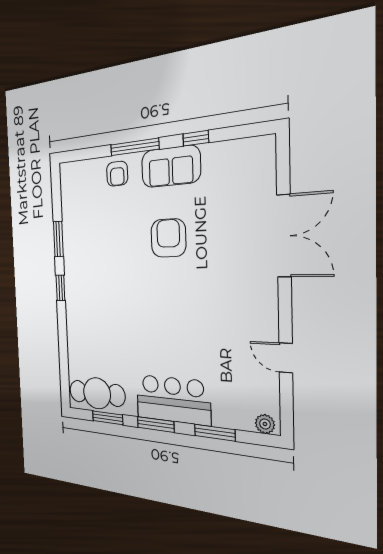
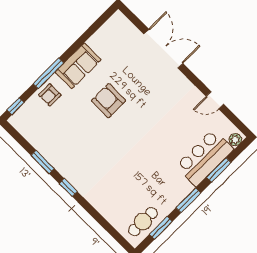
window: (196, 138) -> (15, 106), moved
armchair: (117, 174) -> (50, 95), turned 90
cafe table: (97, 393) -> (143, 222), width x0.73, depth x0.74
bar counter: (173, 400) -> (205, 158), moved

